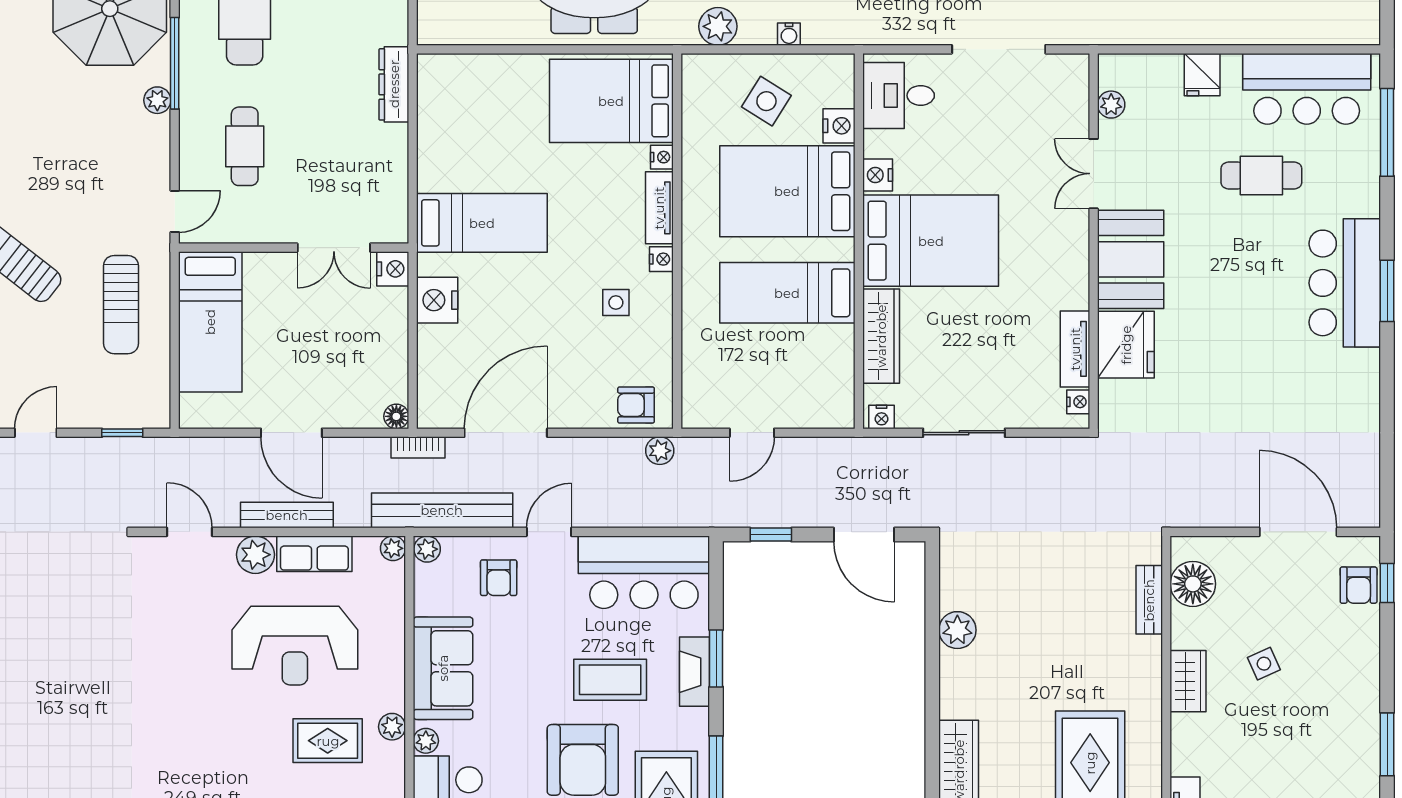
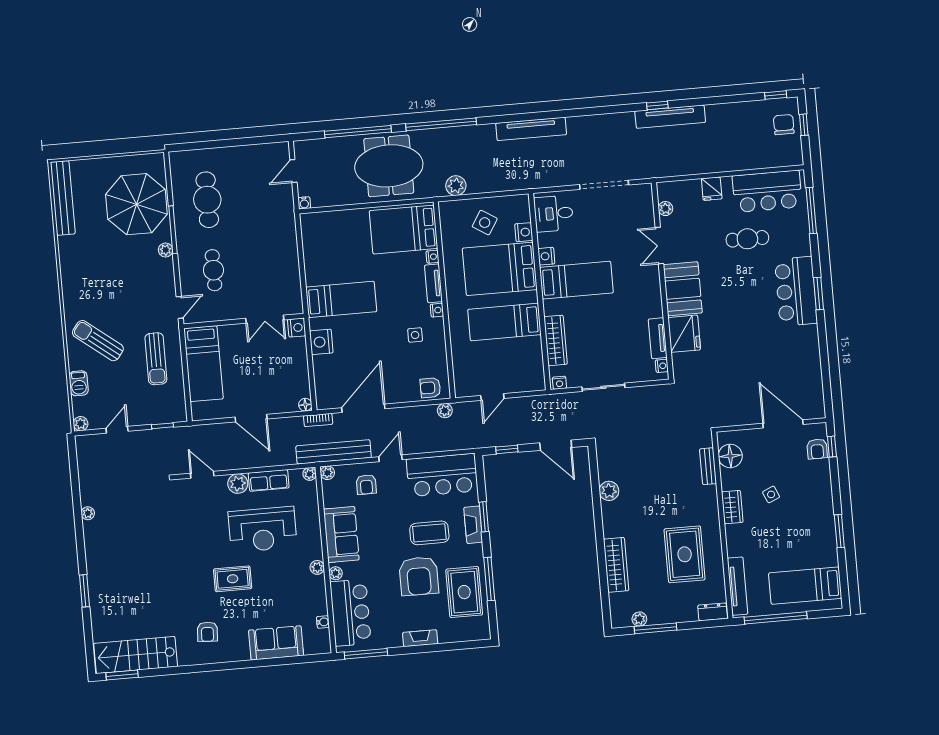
water cooler: (789, 34) -> (304, 203), moved
dresser: (394, 84) -> (289, 231), removed
bed: (931, 241) -> (576, 280), width x0.67
bench: (287, 515) -> (252, 461), removed
rug: (328, 741) -> (233, 579), moved

